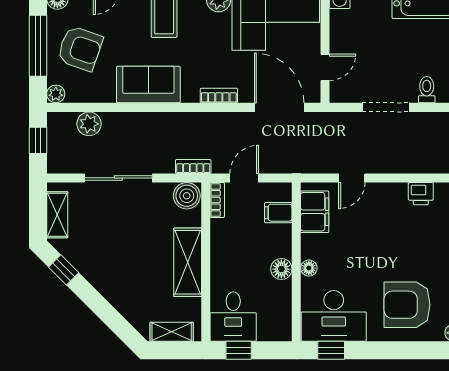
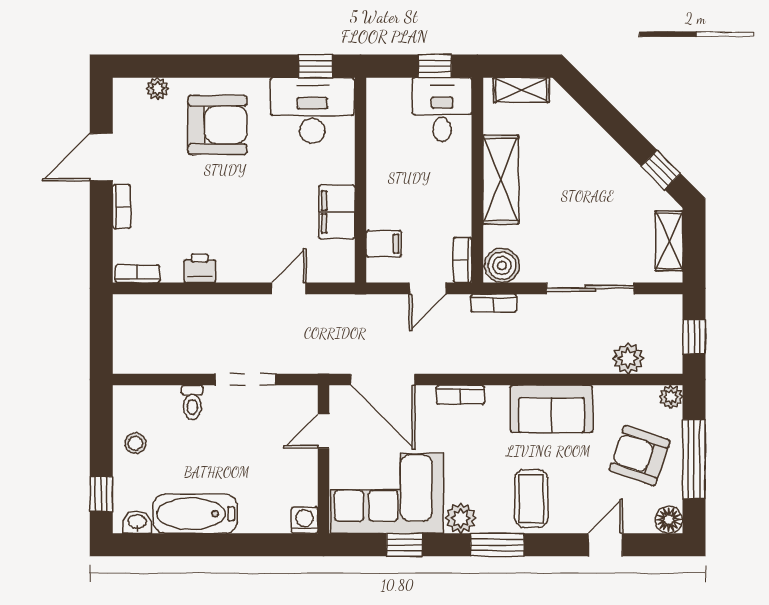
filing cabinet: (315, 212) -> (337, 212), moved
floor lamp: (309, 268) -> (344, 172), removed
floor lamp: (281, 269) -> (380, 171), removed

